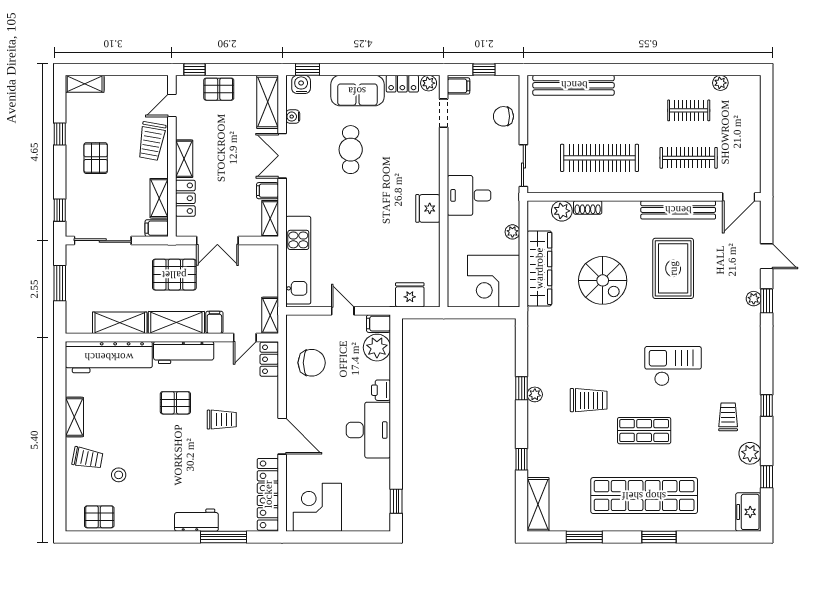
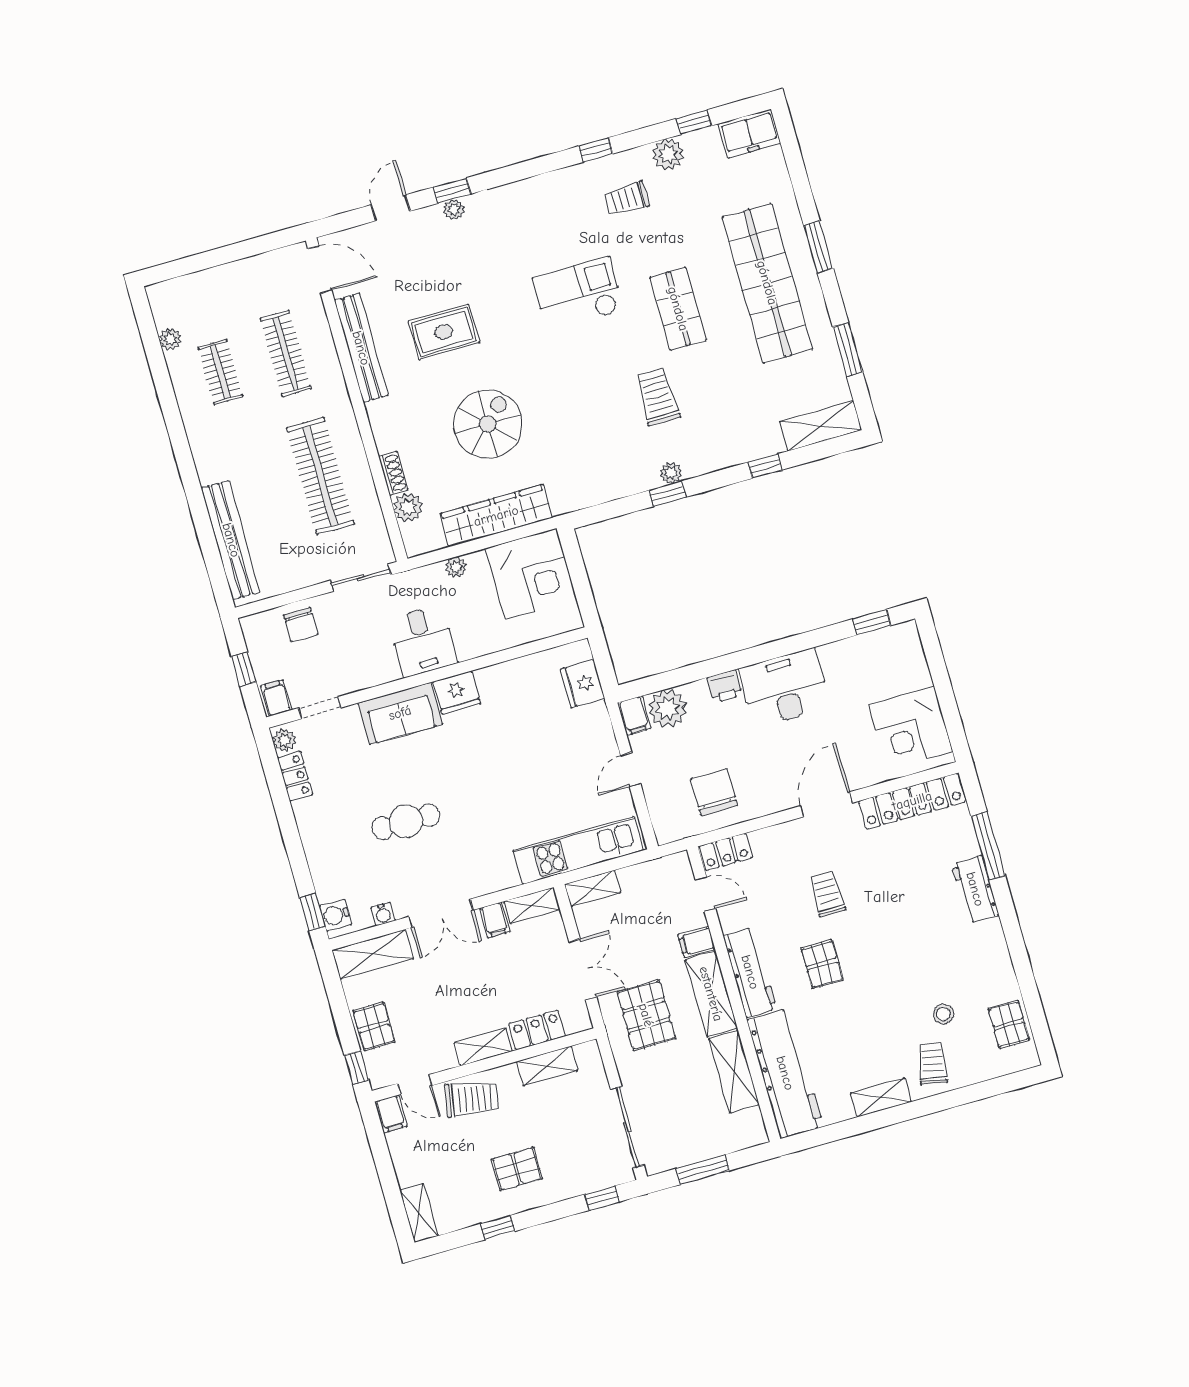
sofa: (357, 91) -> (400, 713), moved, turned 90
filing cabinet: (157, 228) -> (391, 1114), moved
rug: (673, 268) -> (444, 332), width x0.73, depth x0.70
shelving: (270, 315) -> (593, 888), moved
checkout: (673, 366) -> (578, 294), turned 90

